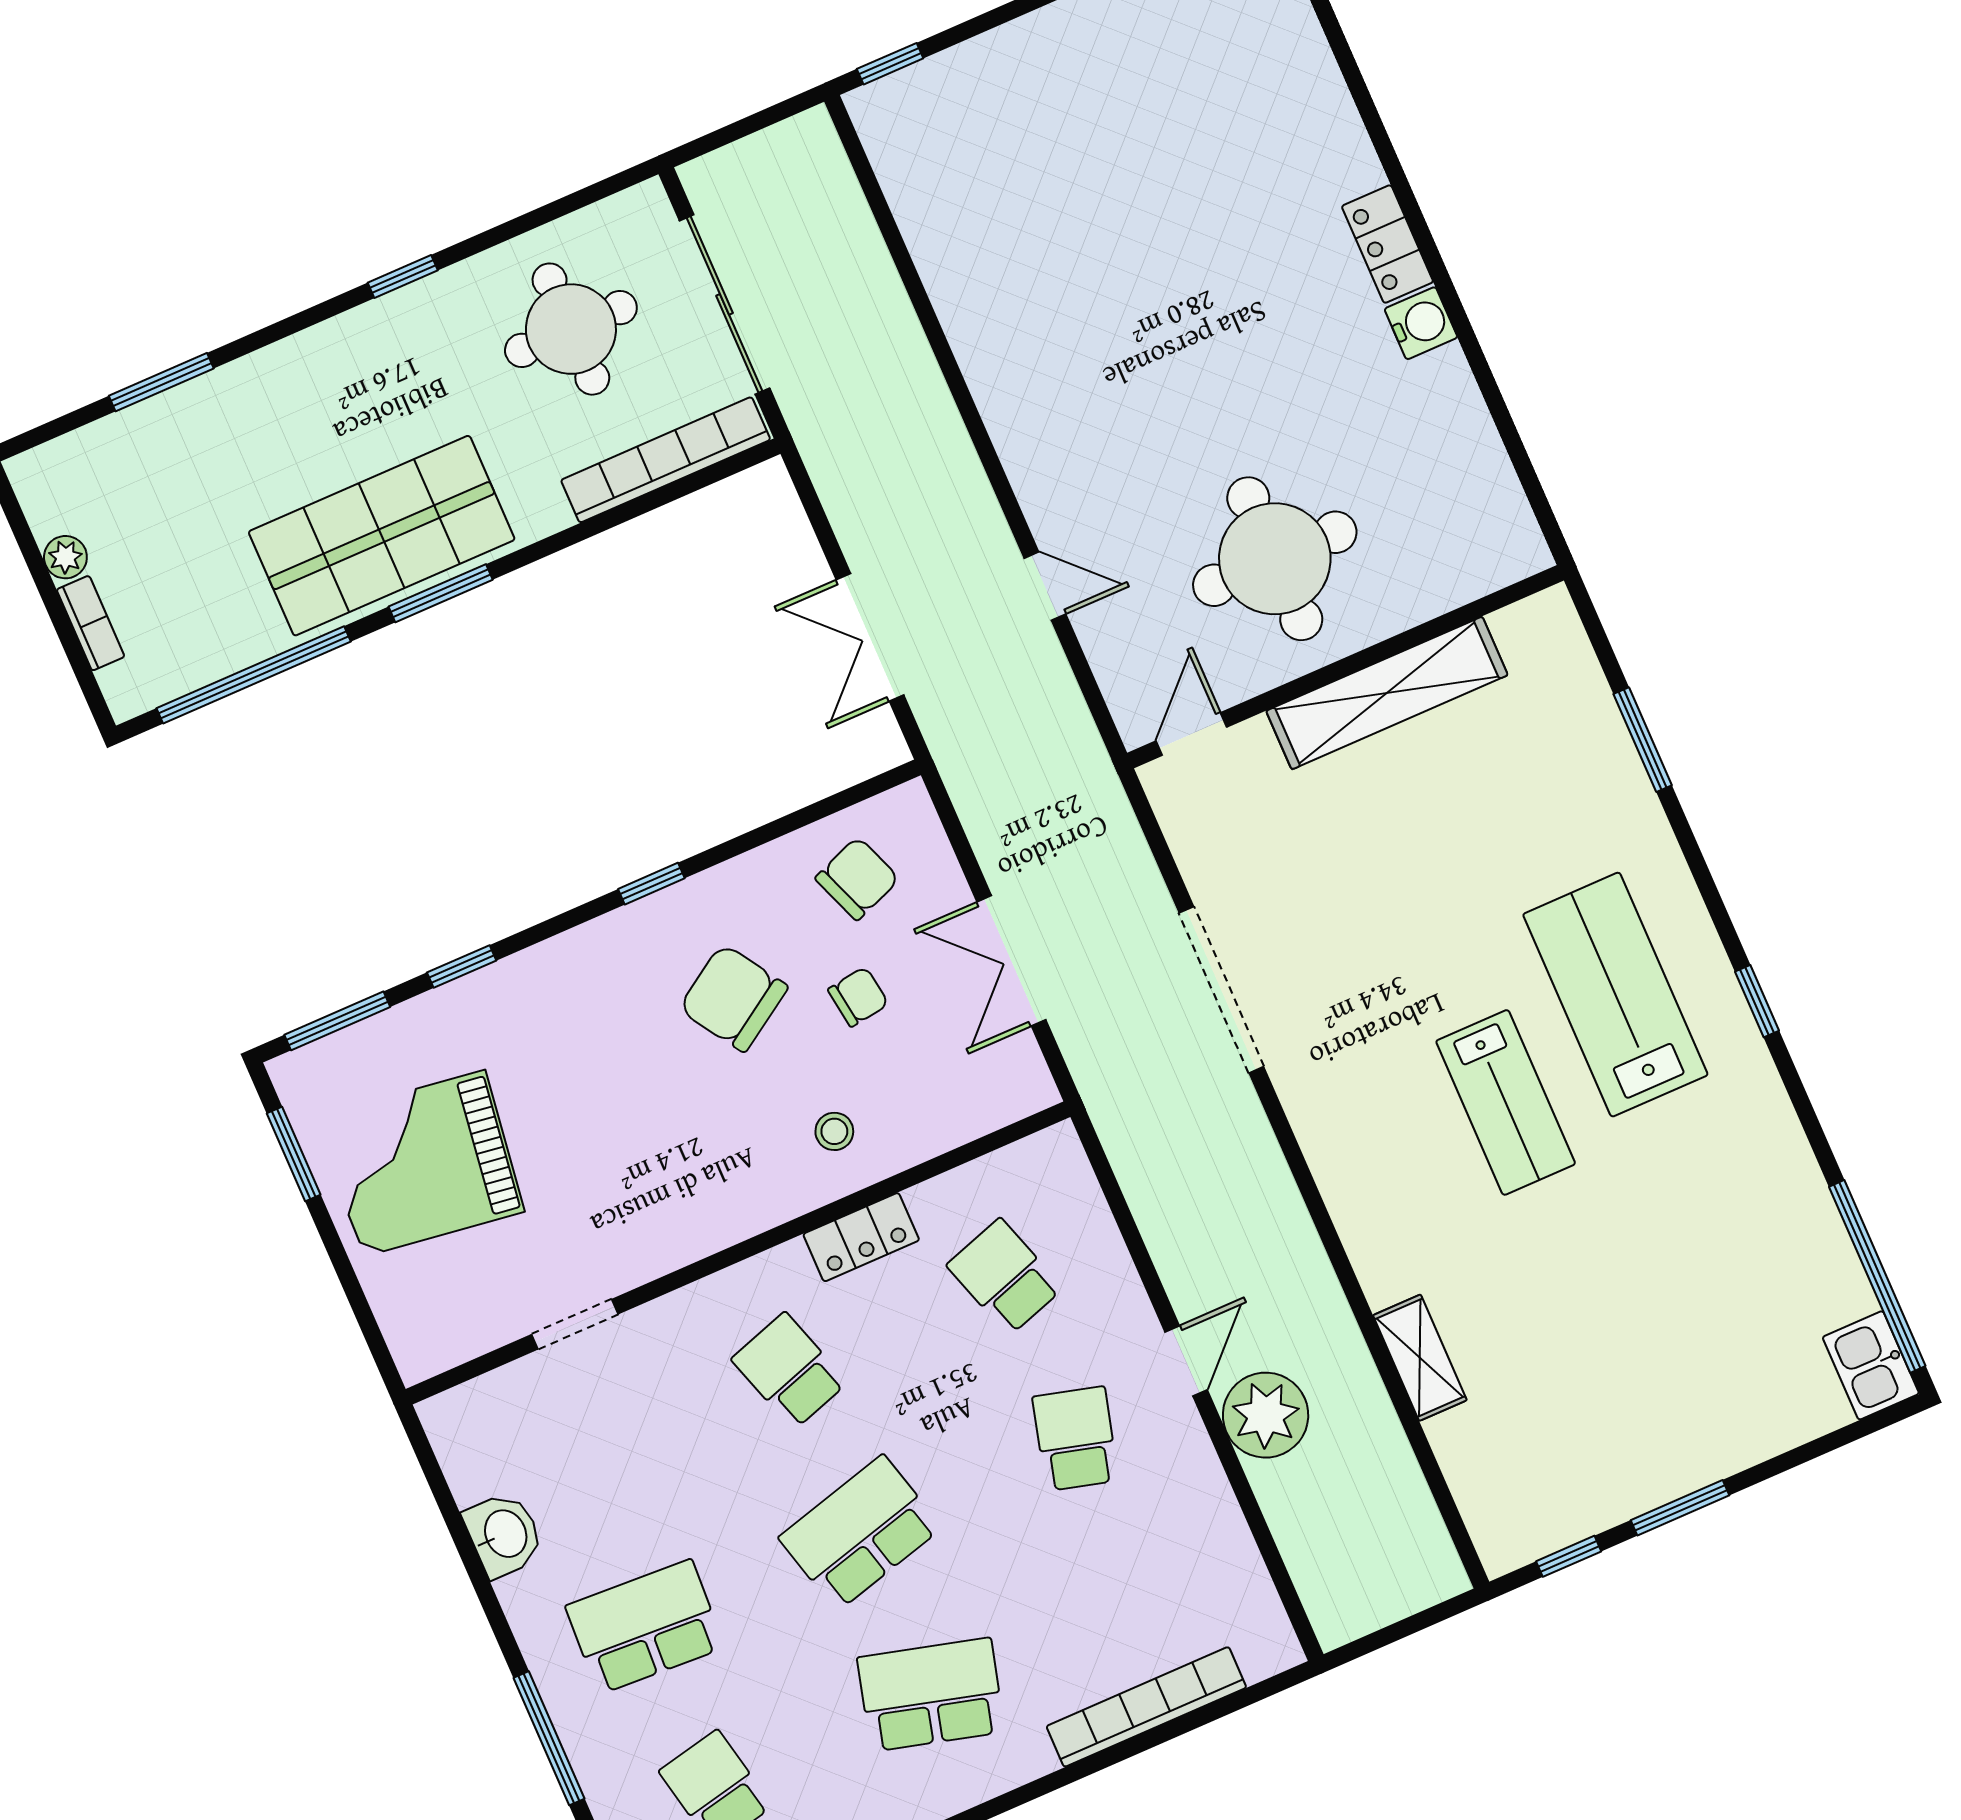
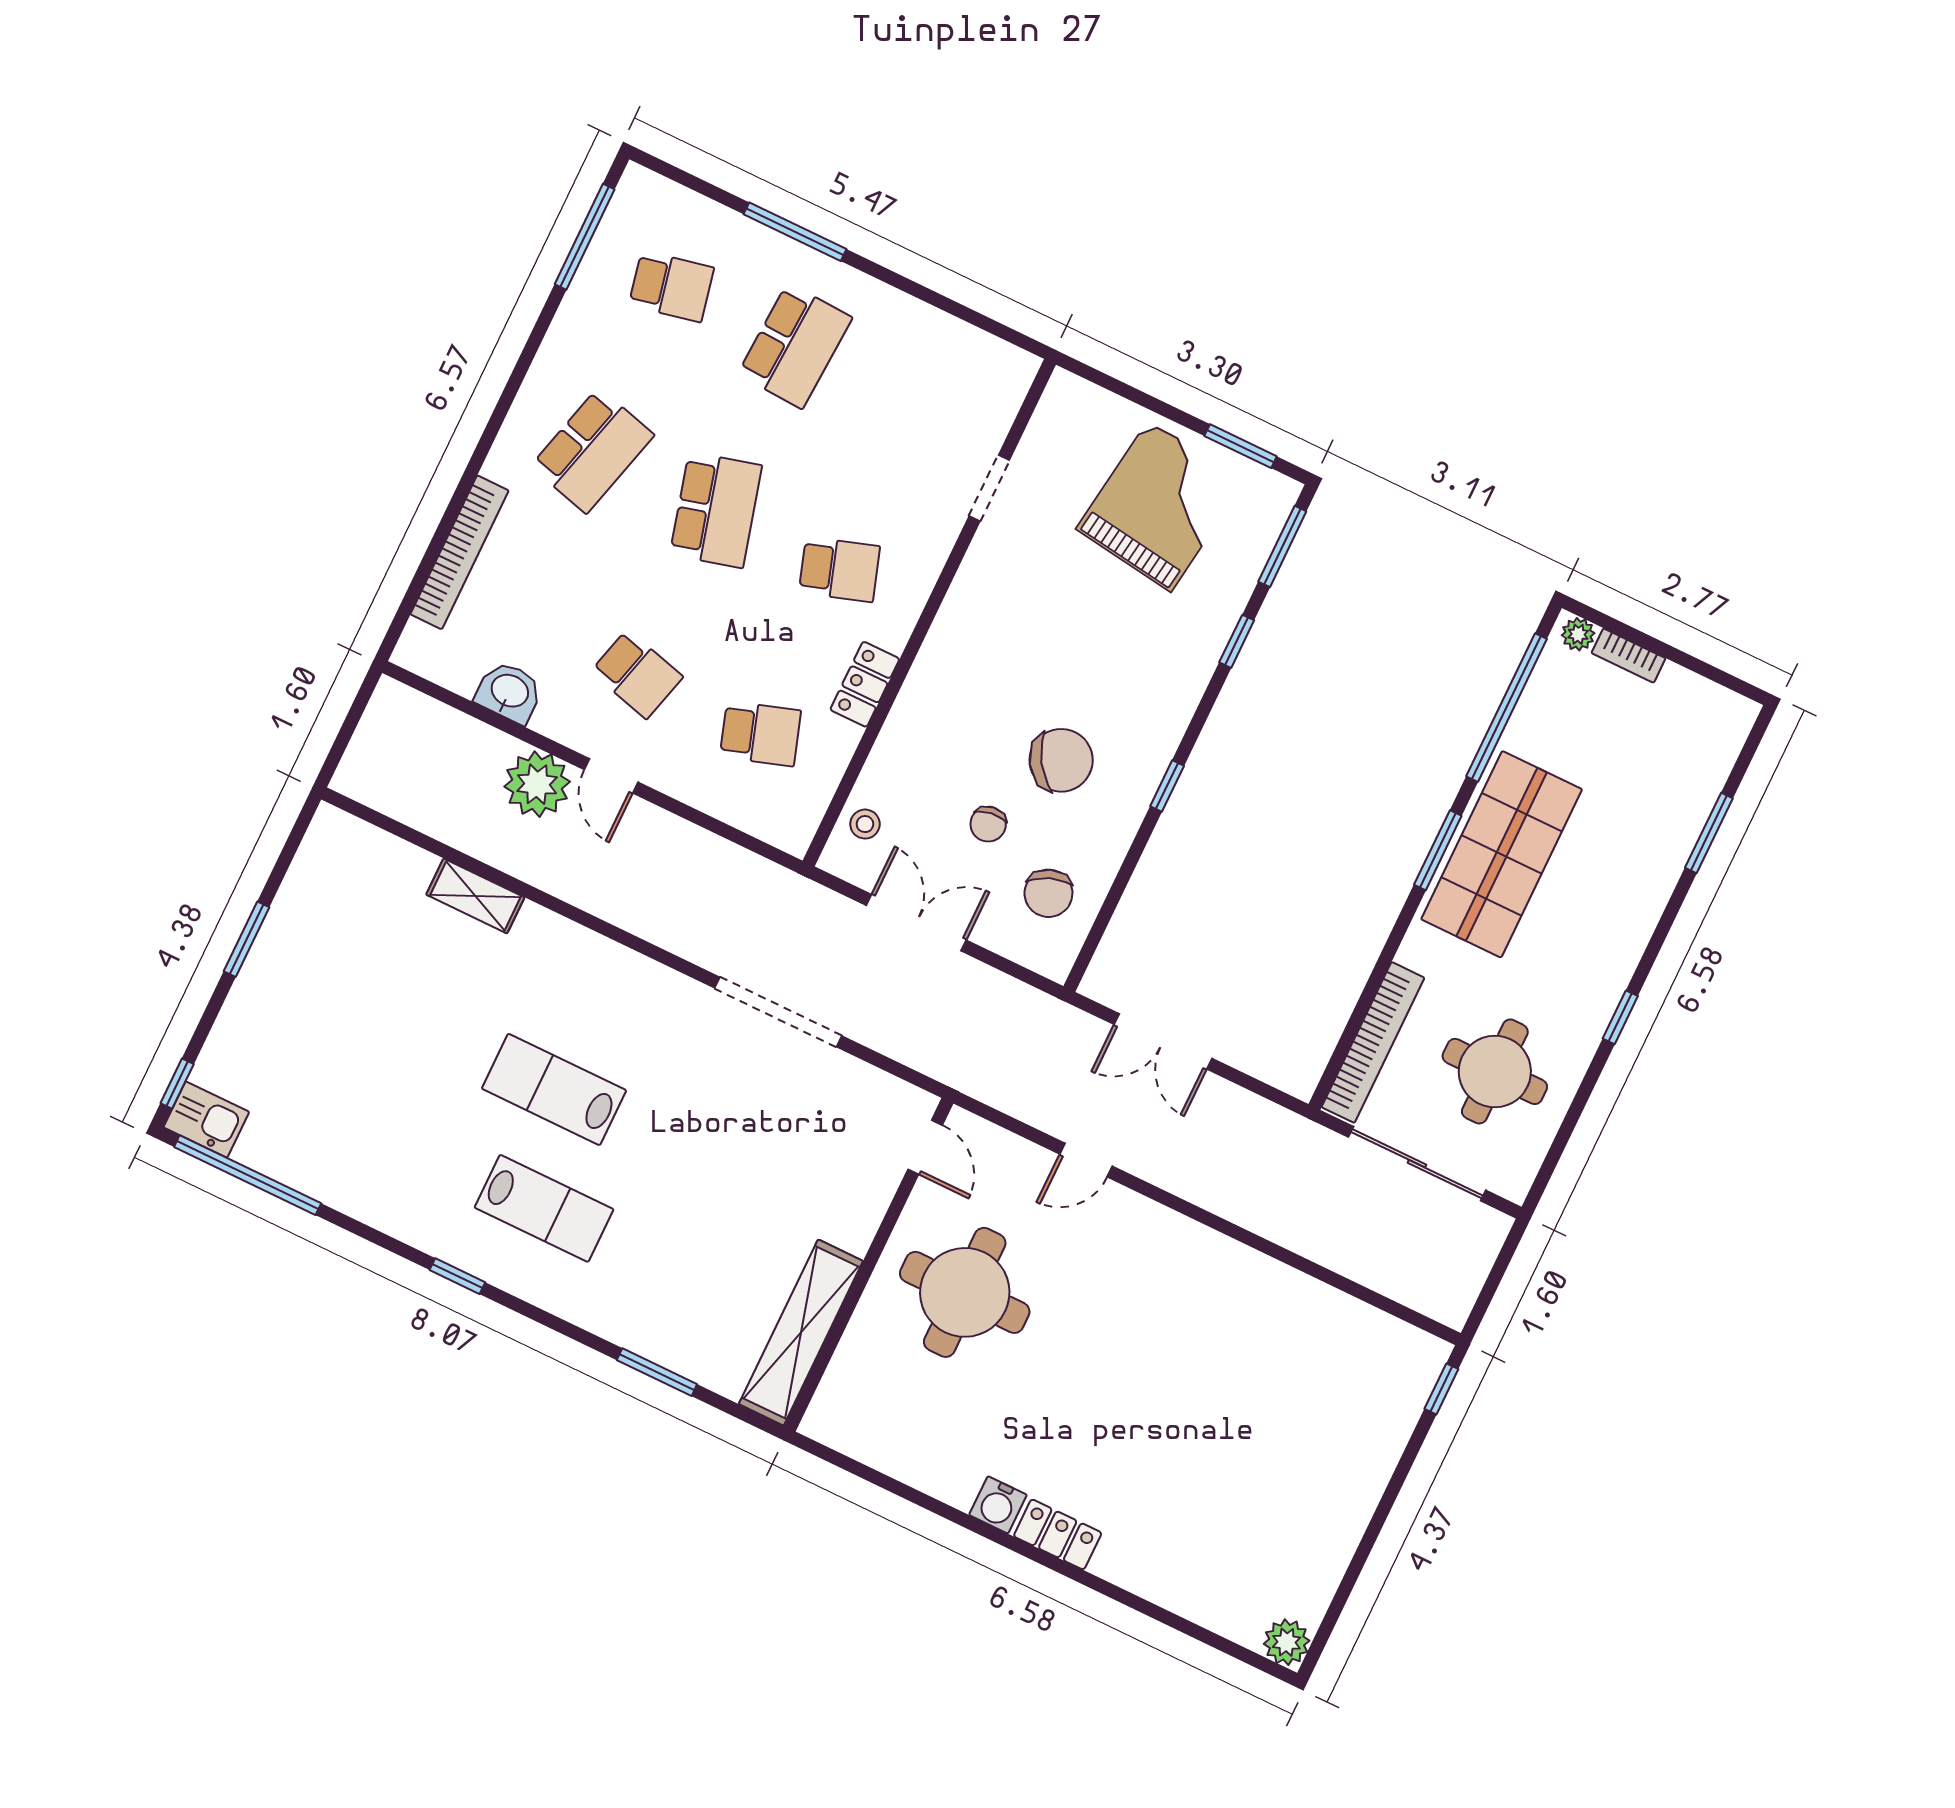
plant: (65, 557) -> (1578, 634), moved
double door: (870, 637) -> (1163, 1041), swing flipped
shelving: (1387, 693) -> (801, 1333), moved
lab bench: (1615, 995) -> (544, 1208), width x0.73, depth x0.72
stool: (834, 1131) -> (865, 824), moved
washbasin: (504, 1534) -> (509, 692), moved, turned 180
window: (1569, 1556) -> (177, 1084), moved

